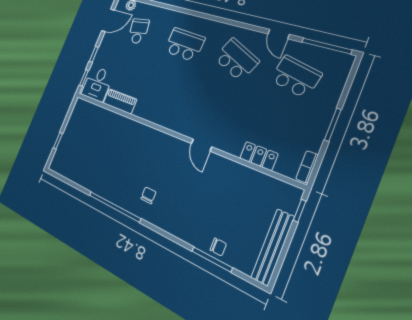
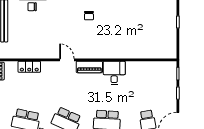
desk: (97, 84) -> (114, 73), moved
piano: (120, 101) -> (89, 67), moved

